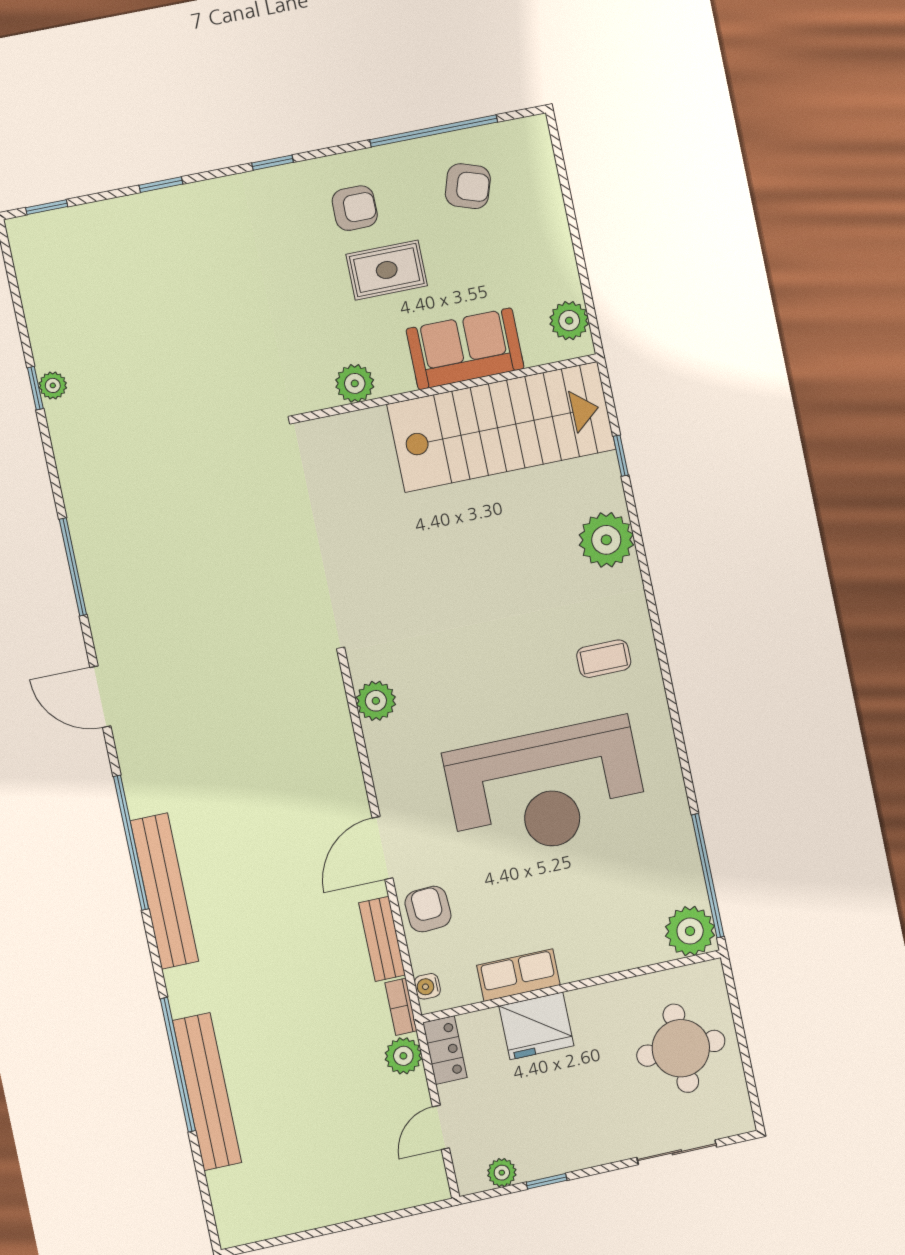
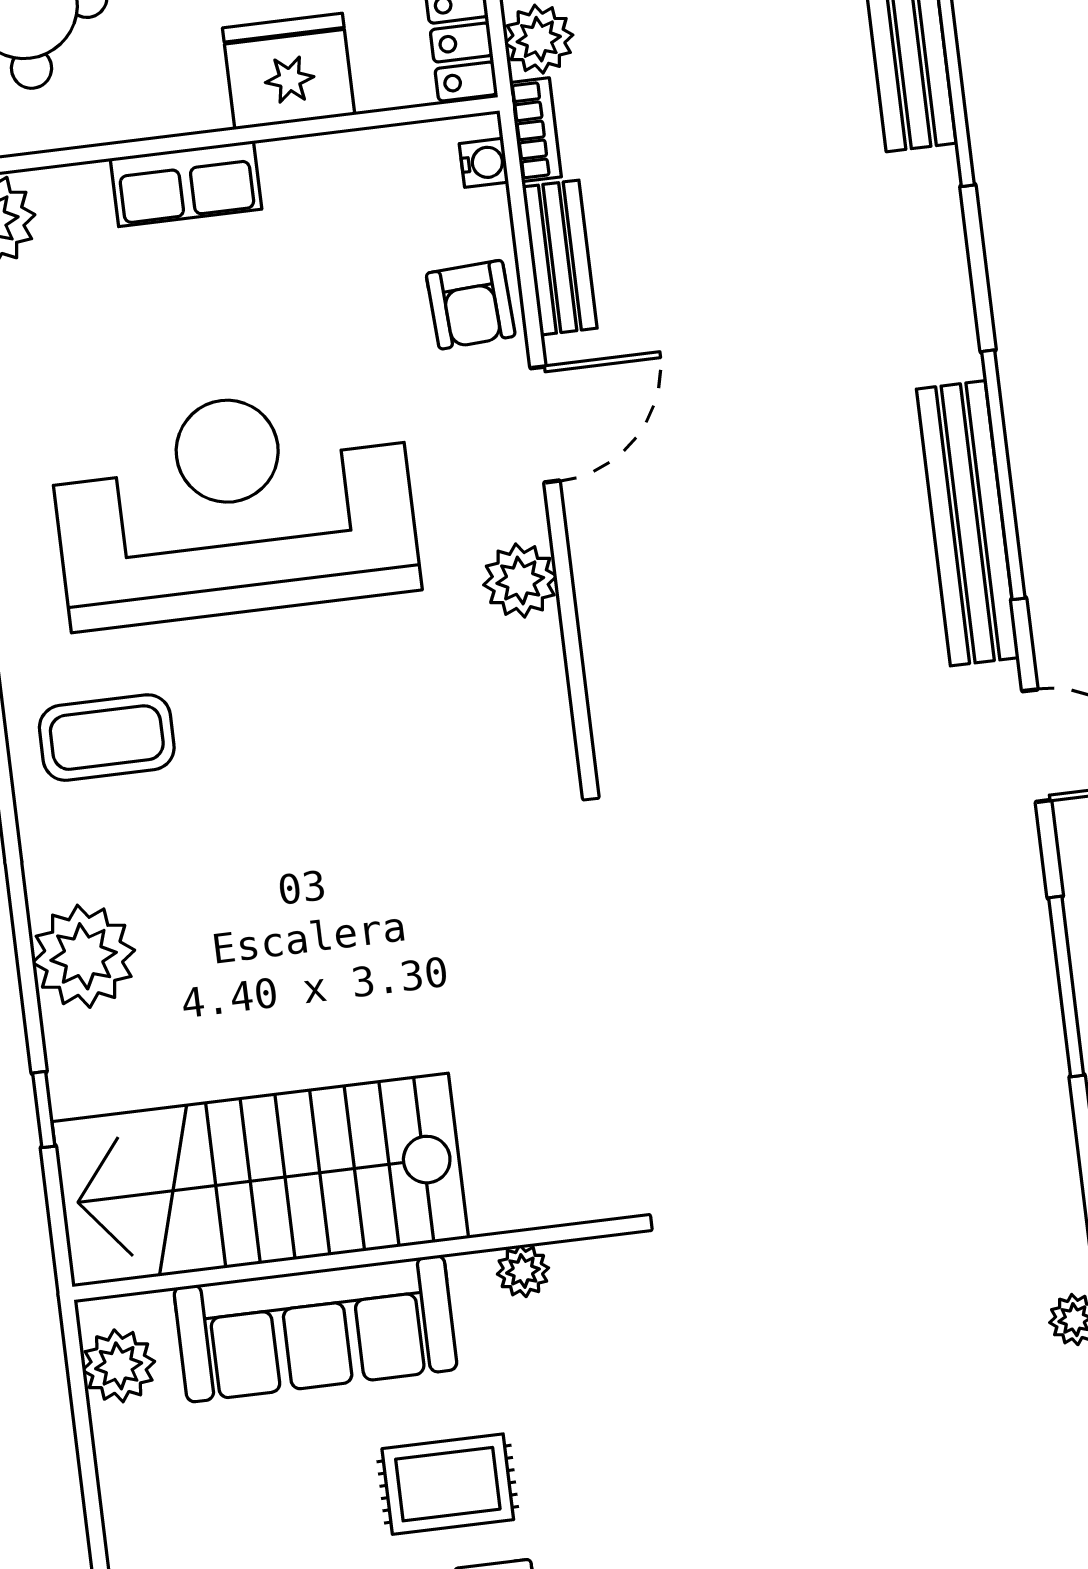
sofa: (465, 349) -> (315, 1329), width x1.36
plant: (355, 383) -> (523, 1271), width x0.73, depth x0.73
coffee table: (604, 659) -> (107, 738), width x1.36, depth x1.30
plant: (376, 701) -> (520, 580), moved
bench: (164, 891) -> (968, 523), moved
row of seats: (518, 975) -> (186, 184), moved

